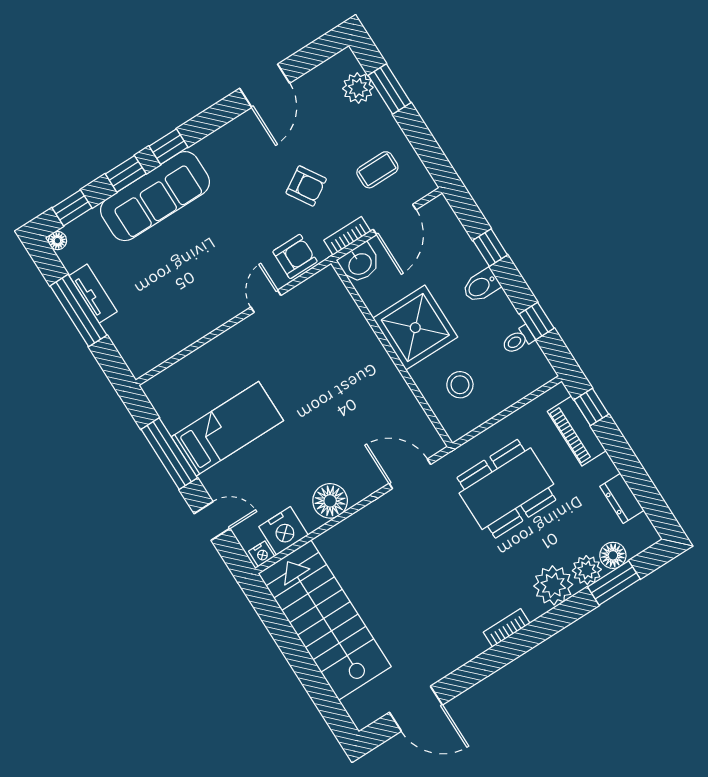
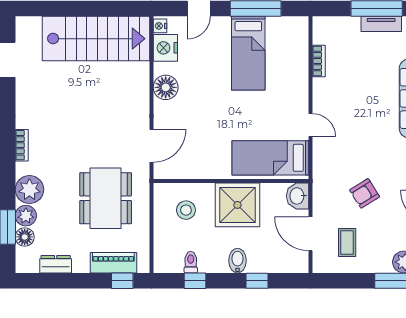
bookcase: (347, 236) -> (319, 61), moved
armchair: (295, 256) -> (326, 160), removed
bed: (335, 324) -> (270, 158), added

